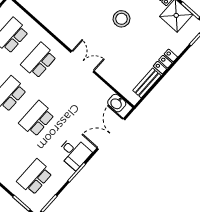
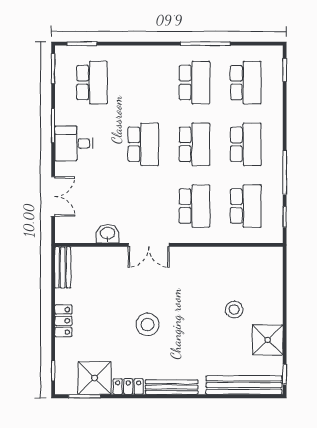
bench: (147, 83) -> (63, 267), moved
washbasin: (117, 103) -> (108, 234), moved
double door: (111, 134) -> (53, 197), width x0.73

